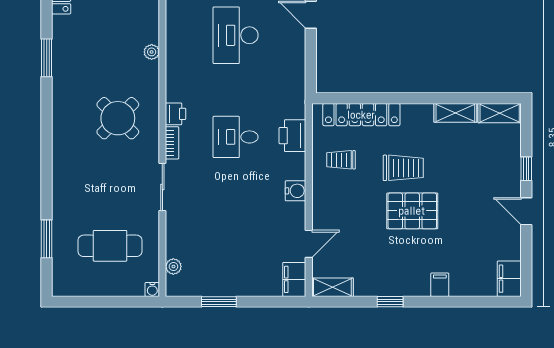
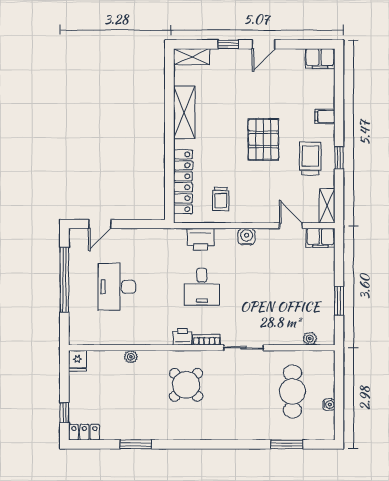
desk: (236, 35) -> (117, 287), turned 90
shelving: (455, 113) -> (184, 112), width x1.50, depth x1.33
shelving: (500, 113) -> (192, 57), moved, turned 90
trolley: (403, 168) -> (310, 158), moved
water cooler: (152, 289) -> (329, 405), moved

